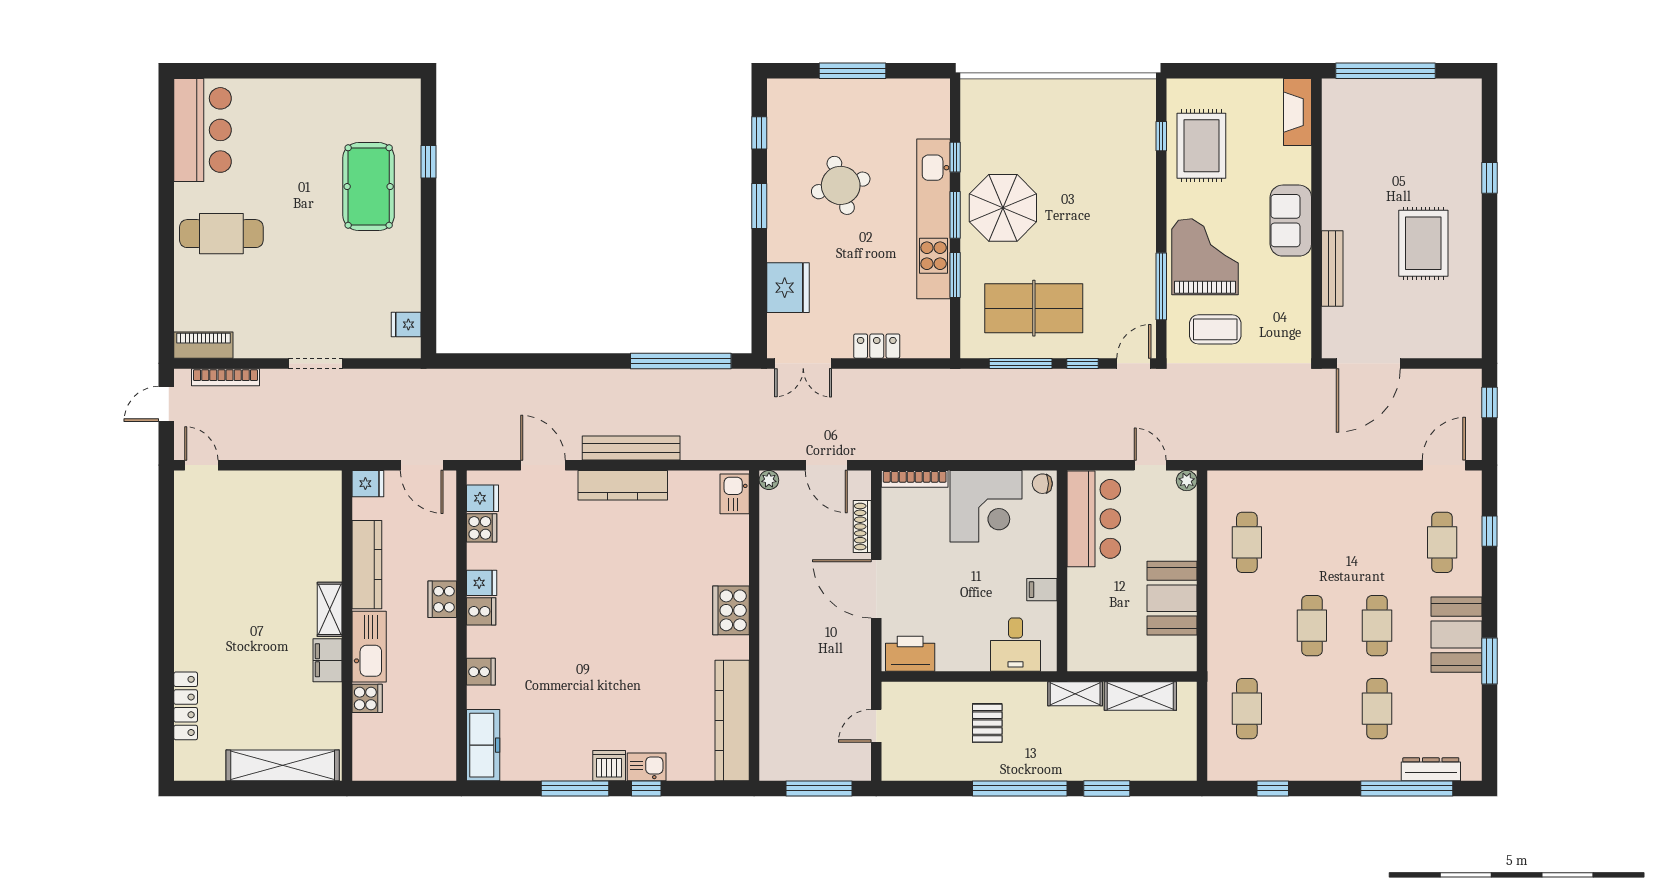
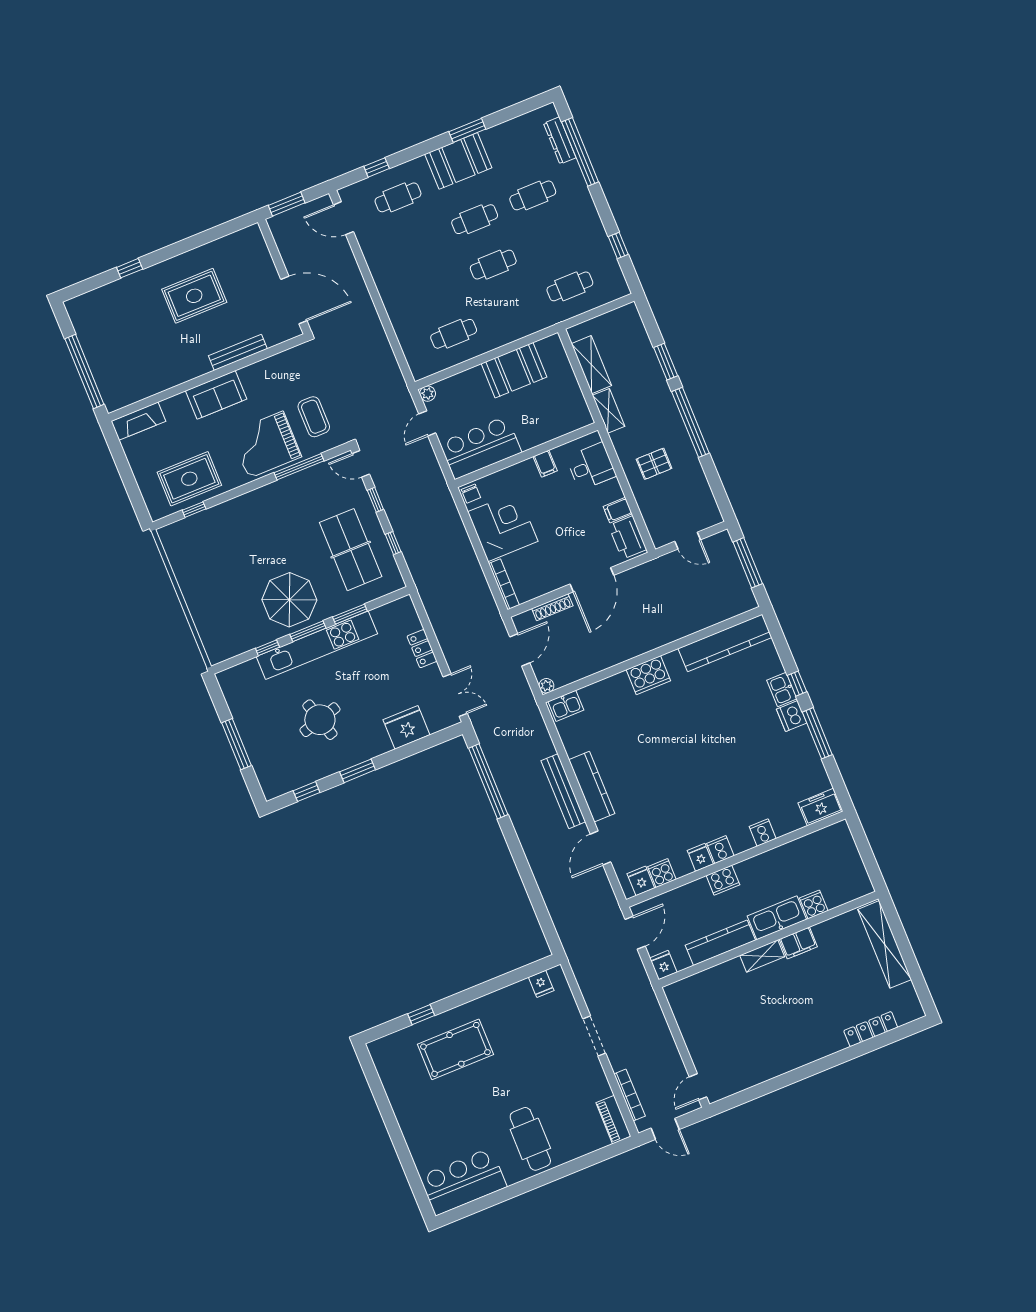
window: (1021, 363) -> (393, 543), width x0.46
window: (1490, 402) -> (287, 204), width x1.50
filing cabinet: (949, 655) -> (618, 510), added
freezer: (483, 745) -> (820, 807), width x0.71

